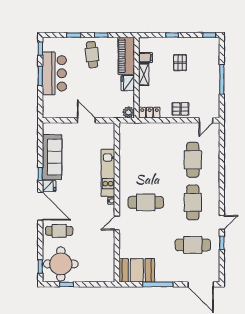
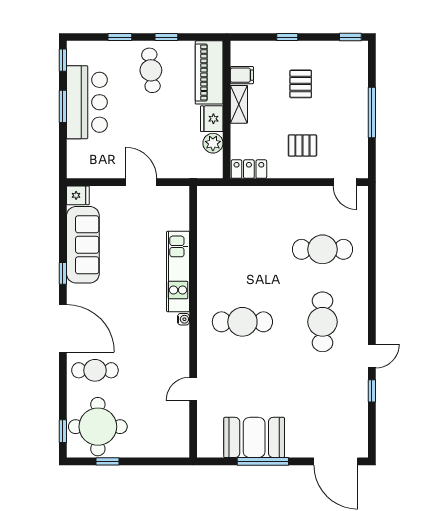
pallet: (180, 109) -> (302, 145), moved
plant: (128, 112) -> (213, 143), moved
door: (206, 120) -> (345, 182), hinge flipped
cafe table: (193, 160) -> (322, 249), turned 90
fridge: (49, 186) -> (78, 195), moved
door: (117, 223) -> (193, 389), moved
cafe table: (193, 245) -> (322, 394), removed
booth: (137, 270) -> (254, 437), moved

